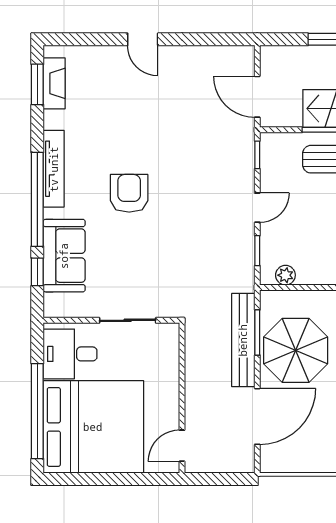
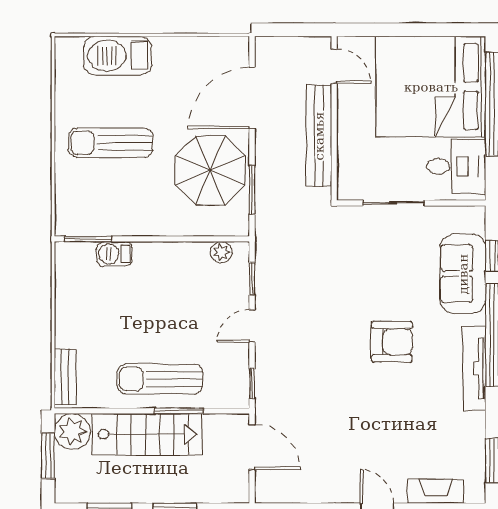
fireplace: (54, 83) -> (435, 491), moved, turned 90
armchair: (129, 193) -> (392, 342), turned -90
bench: (243, 340) -> (319, 136), moved
door: (182, 446) -> (334, 66), hinge flipped

